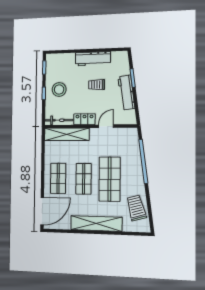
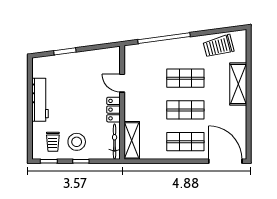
trolley: (97, 85) -> (53, 142), moved
workbench: (126, 93) -> (82, 59), removed
shelving: (67, 134) -> (132, 140), width x0.68
shop shelf: (110, 179) -> (185, 78), width x0.70, depth x0.74
shelving: (96, 223) -> (238, 84), width x0.68

